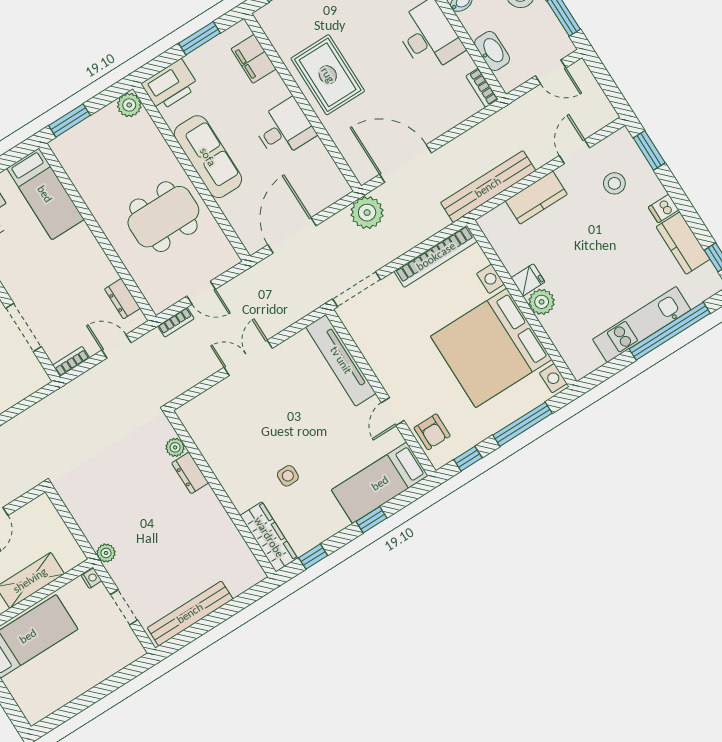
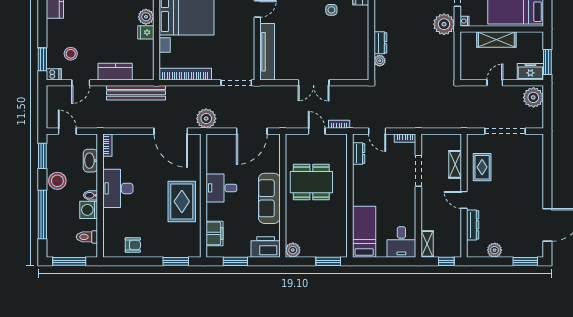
dishwasher: (664, 209) -> (54, 74), moved
plant: (106, 553) -> (444, 24), width x1.88, depth x1.88

